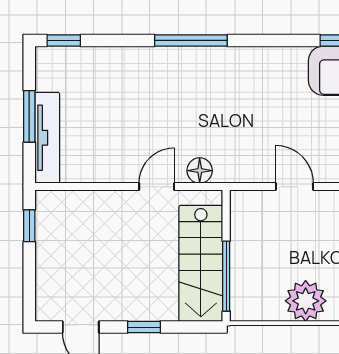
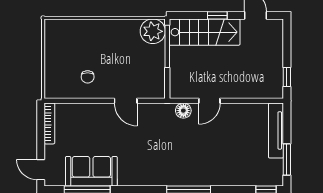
window: (29, 116) -> (287, 160), moved
stairs: (201, 263) -> (205, 32), moved, turned 90
plant: (306, 301) -> (153, 31), moved

